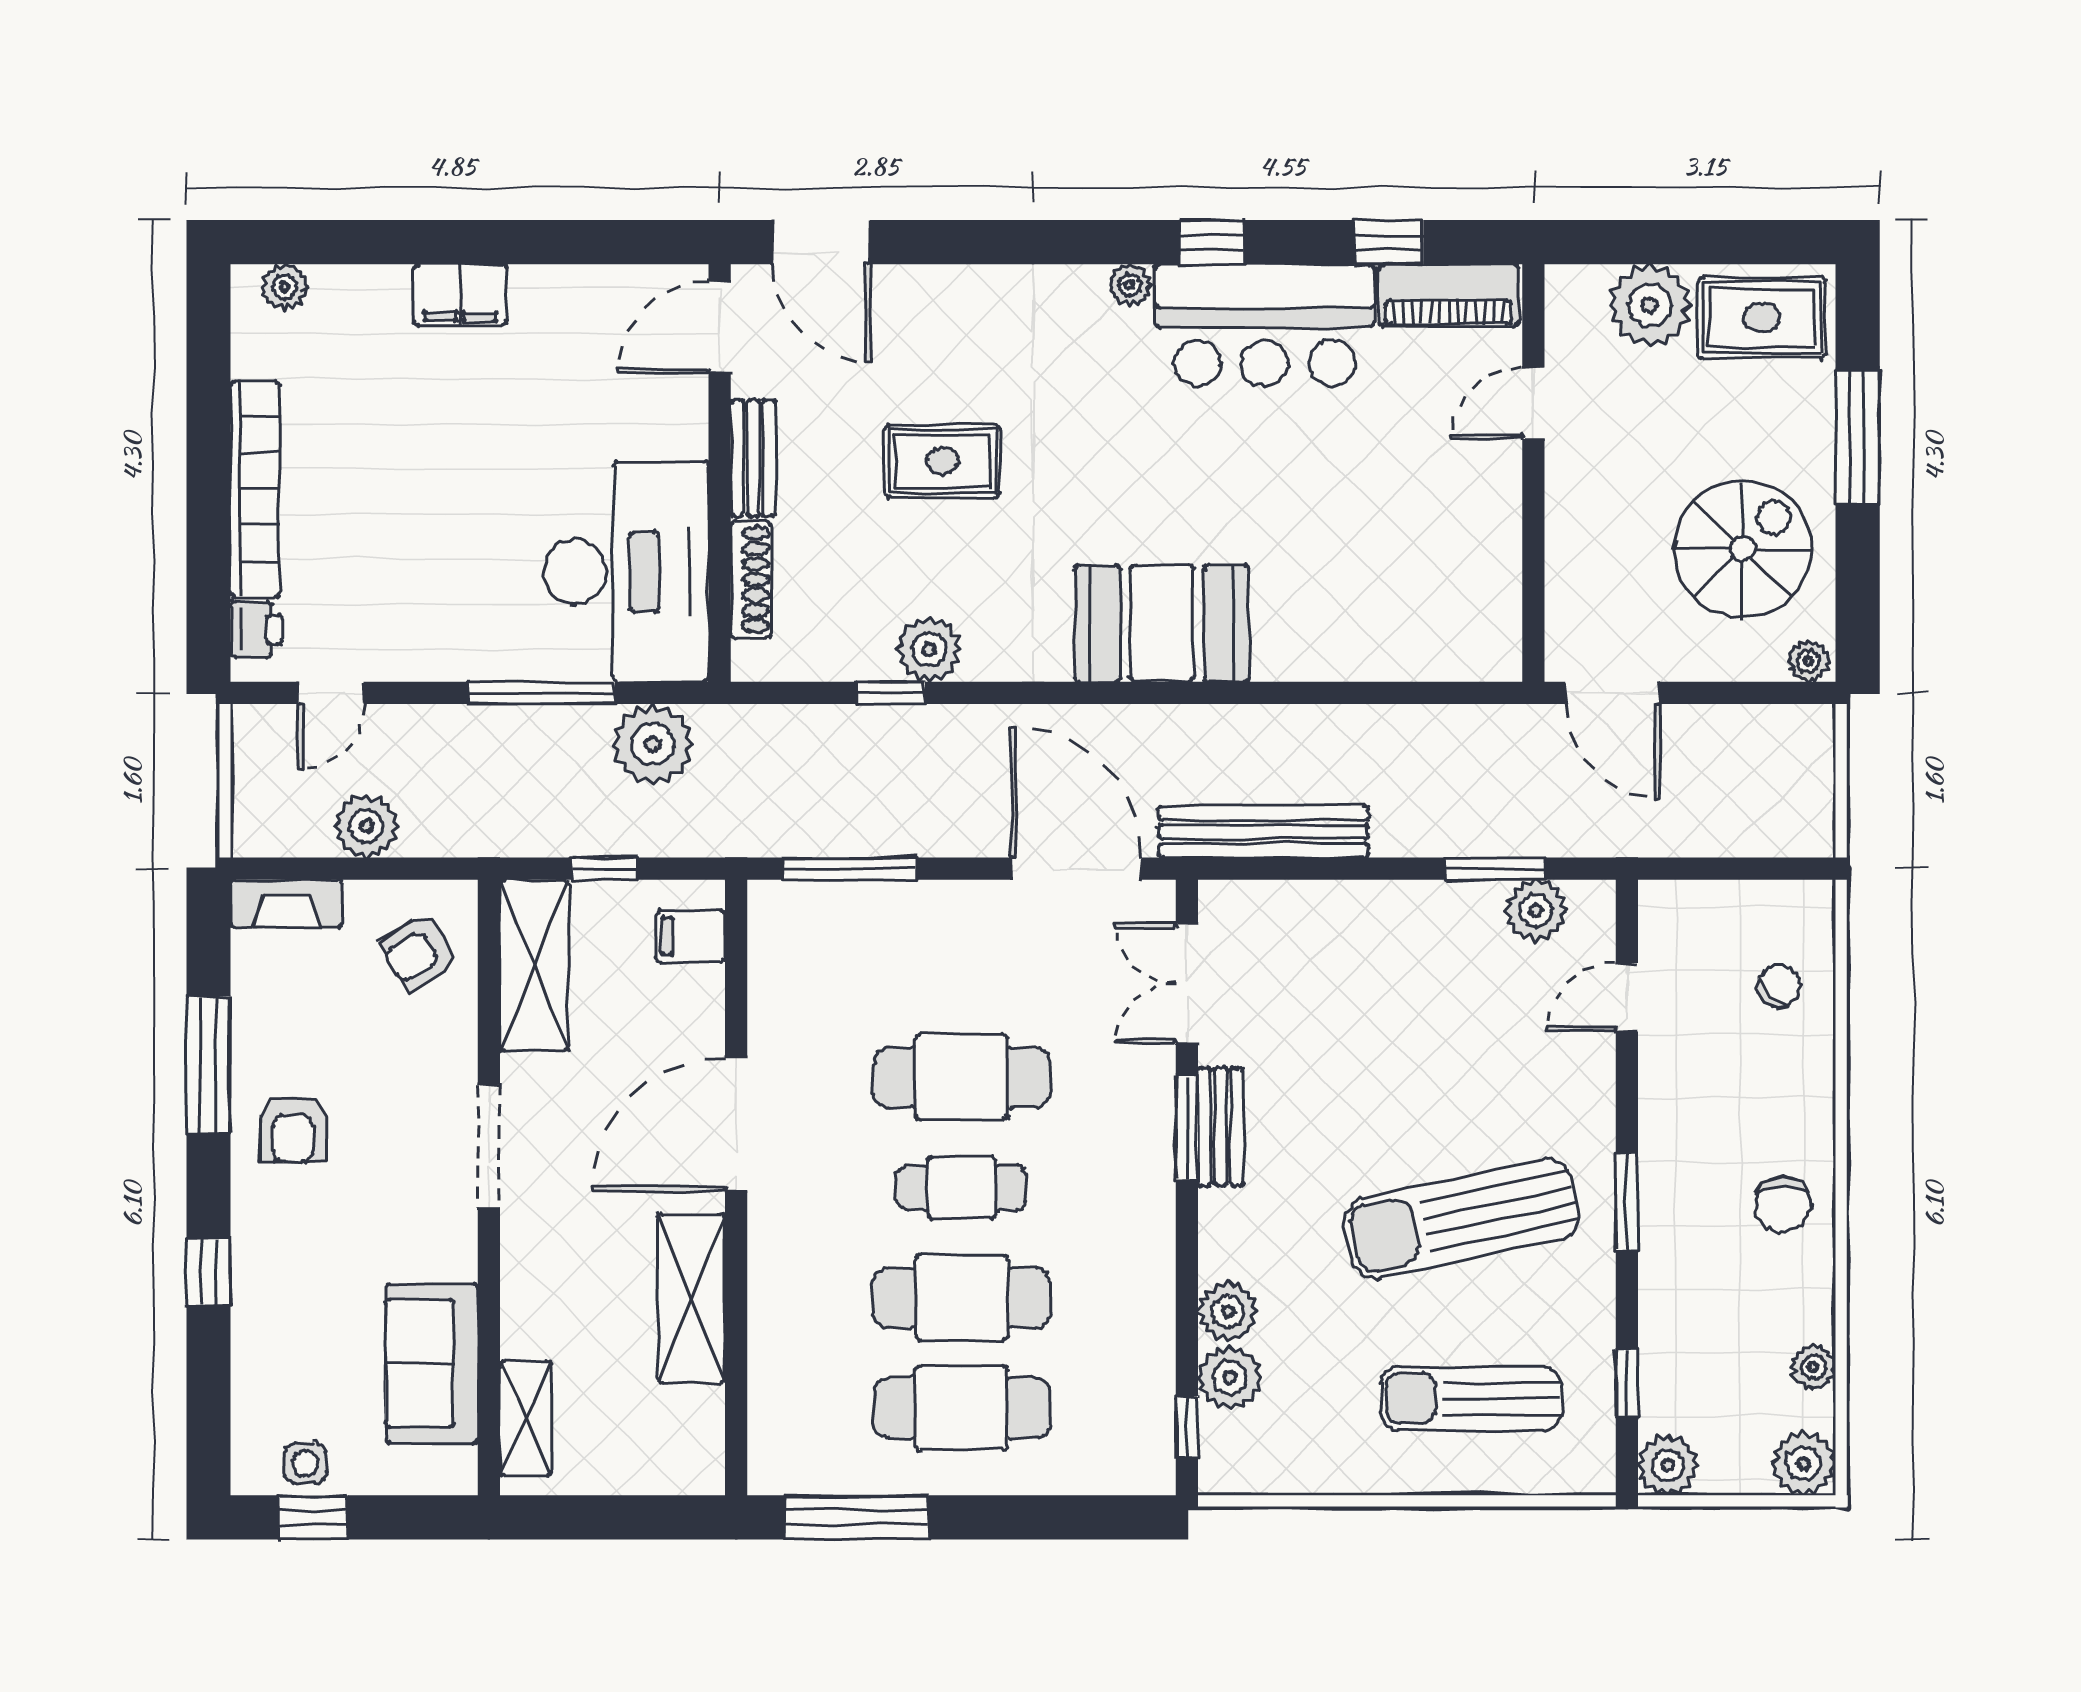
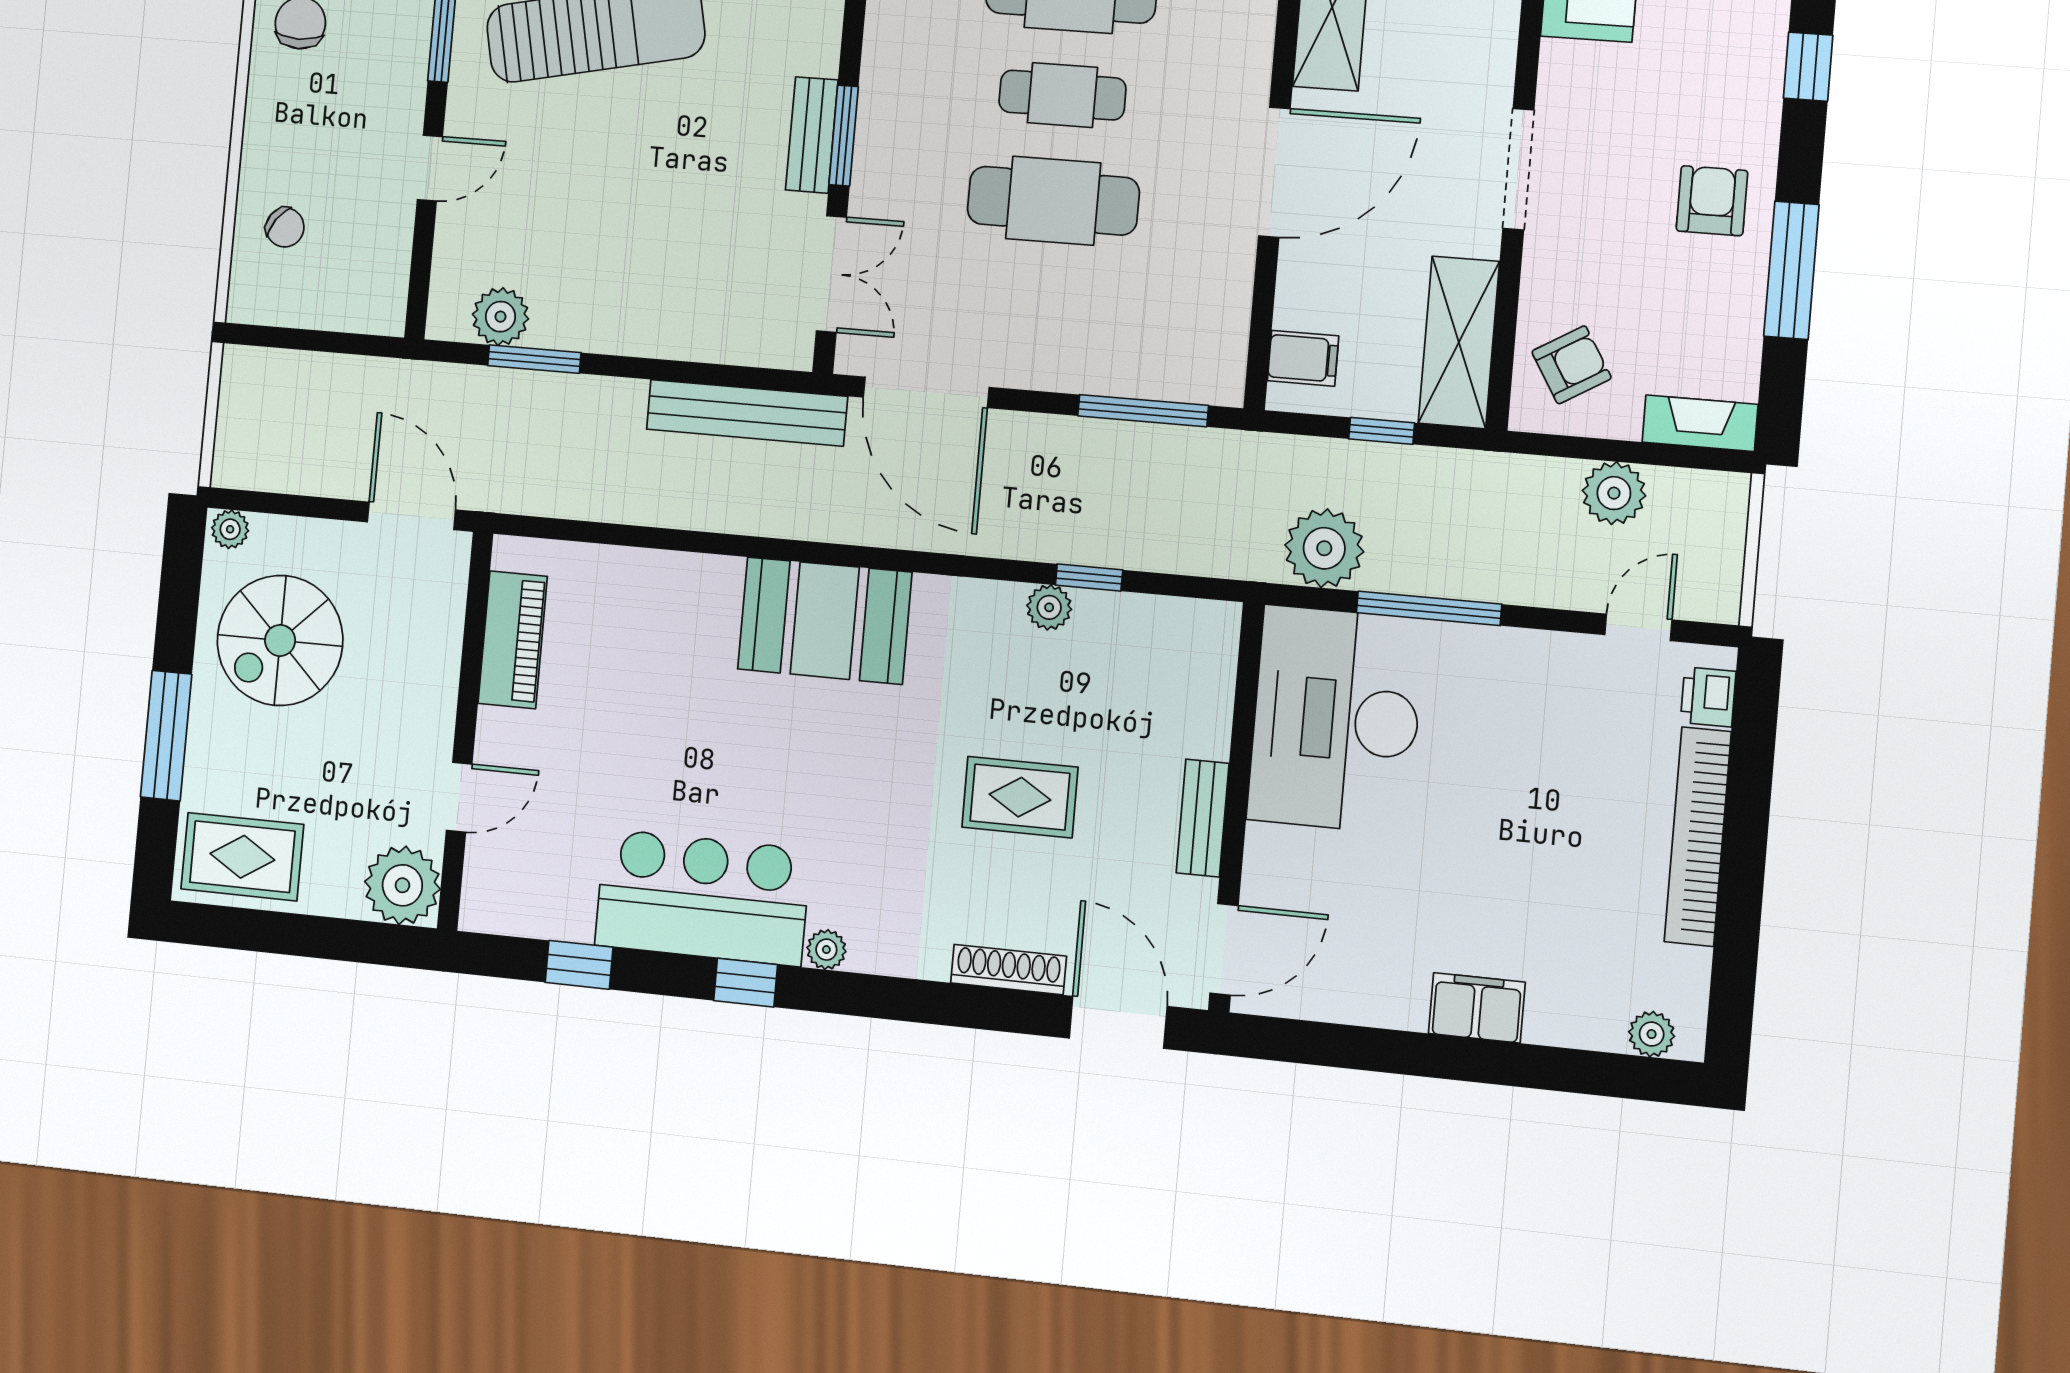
piano: (1449, 295) -> (513, 640), moved, turned 90
plant: (1650, 305) -> (402, 885), moved
shoe rack: (751, 580) -> (1009, 969), moved, turned 90
plant: (929, 650) -> (1049, 607), width x0.73, depth x0.73
chair: (1779, 986) -> (285, 227), turned -97
door: (1627, 997) -> (430, 168), moved

